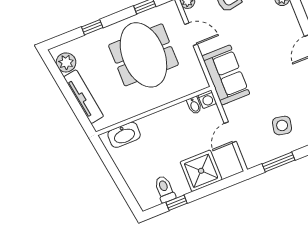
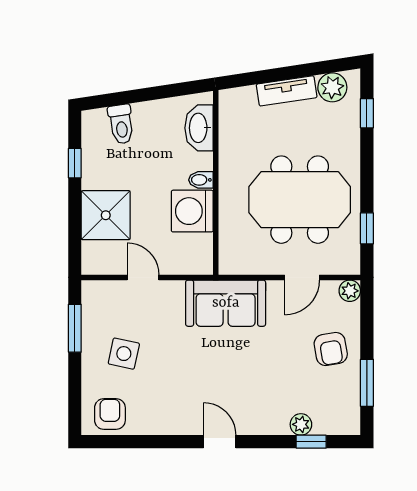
window: (92, 27) -> (367, 113), moved
tv unit: (84, 97) -> (287, 91), width x0.71
washing machine: (207, 99) -> (192, 211), moved, width x1.89, depth x1.89
bidet: (194, 105) -> (201, 180), moved
toilet: (165, 189) -> (121, 124), moved, turned 81

